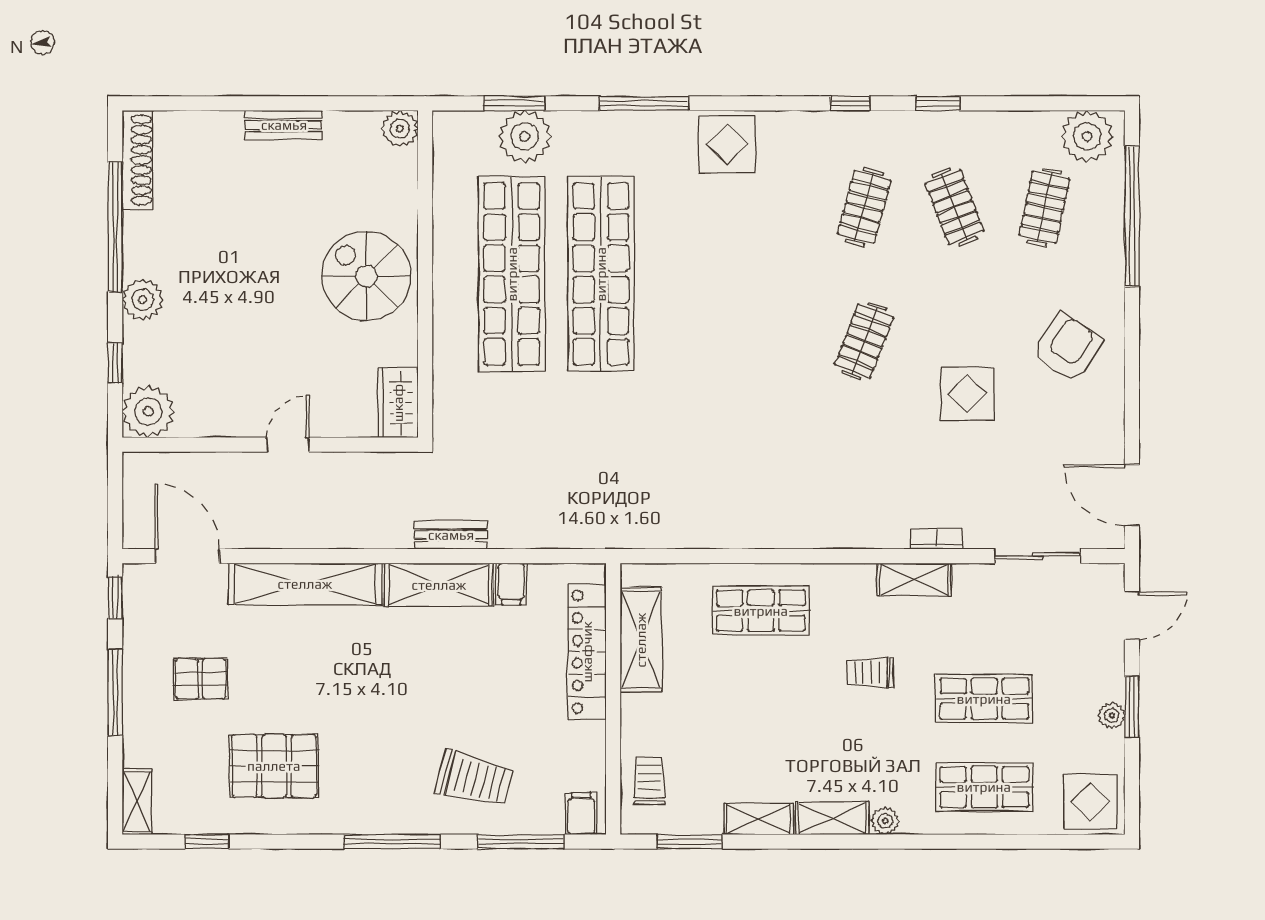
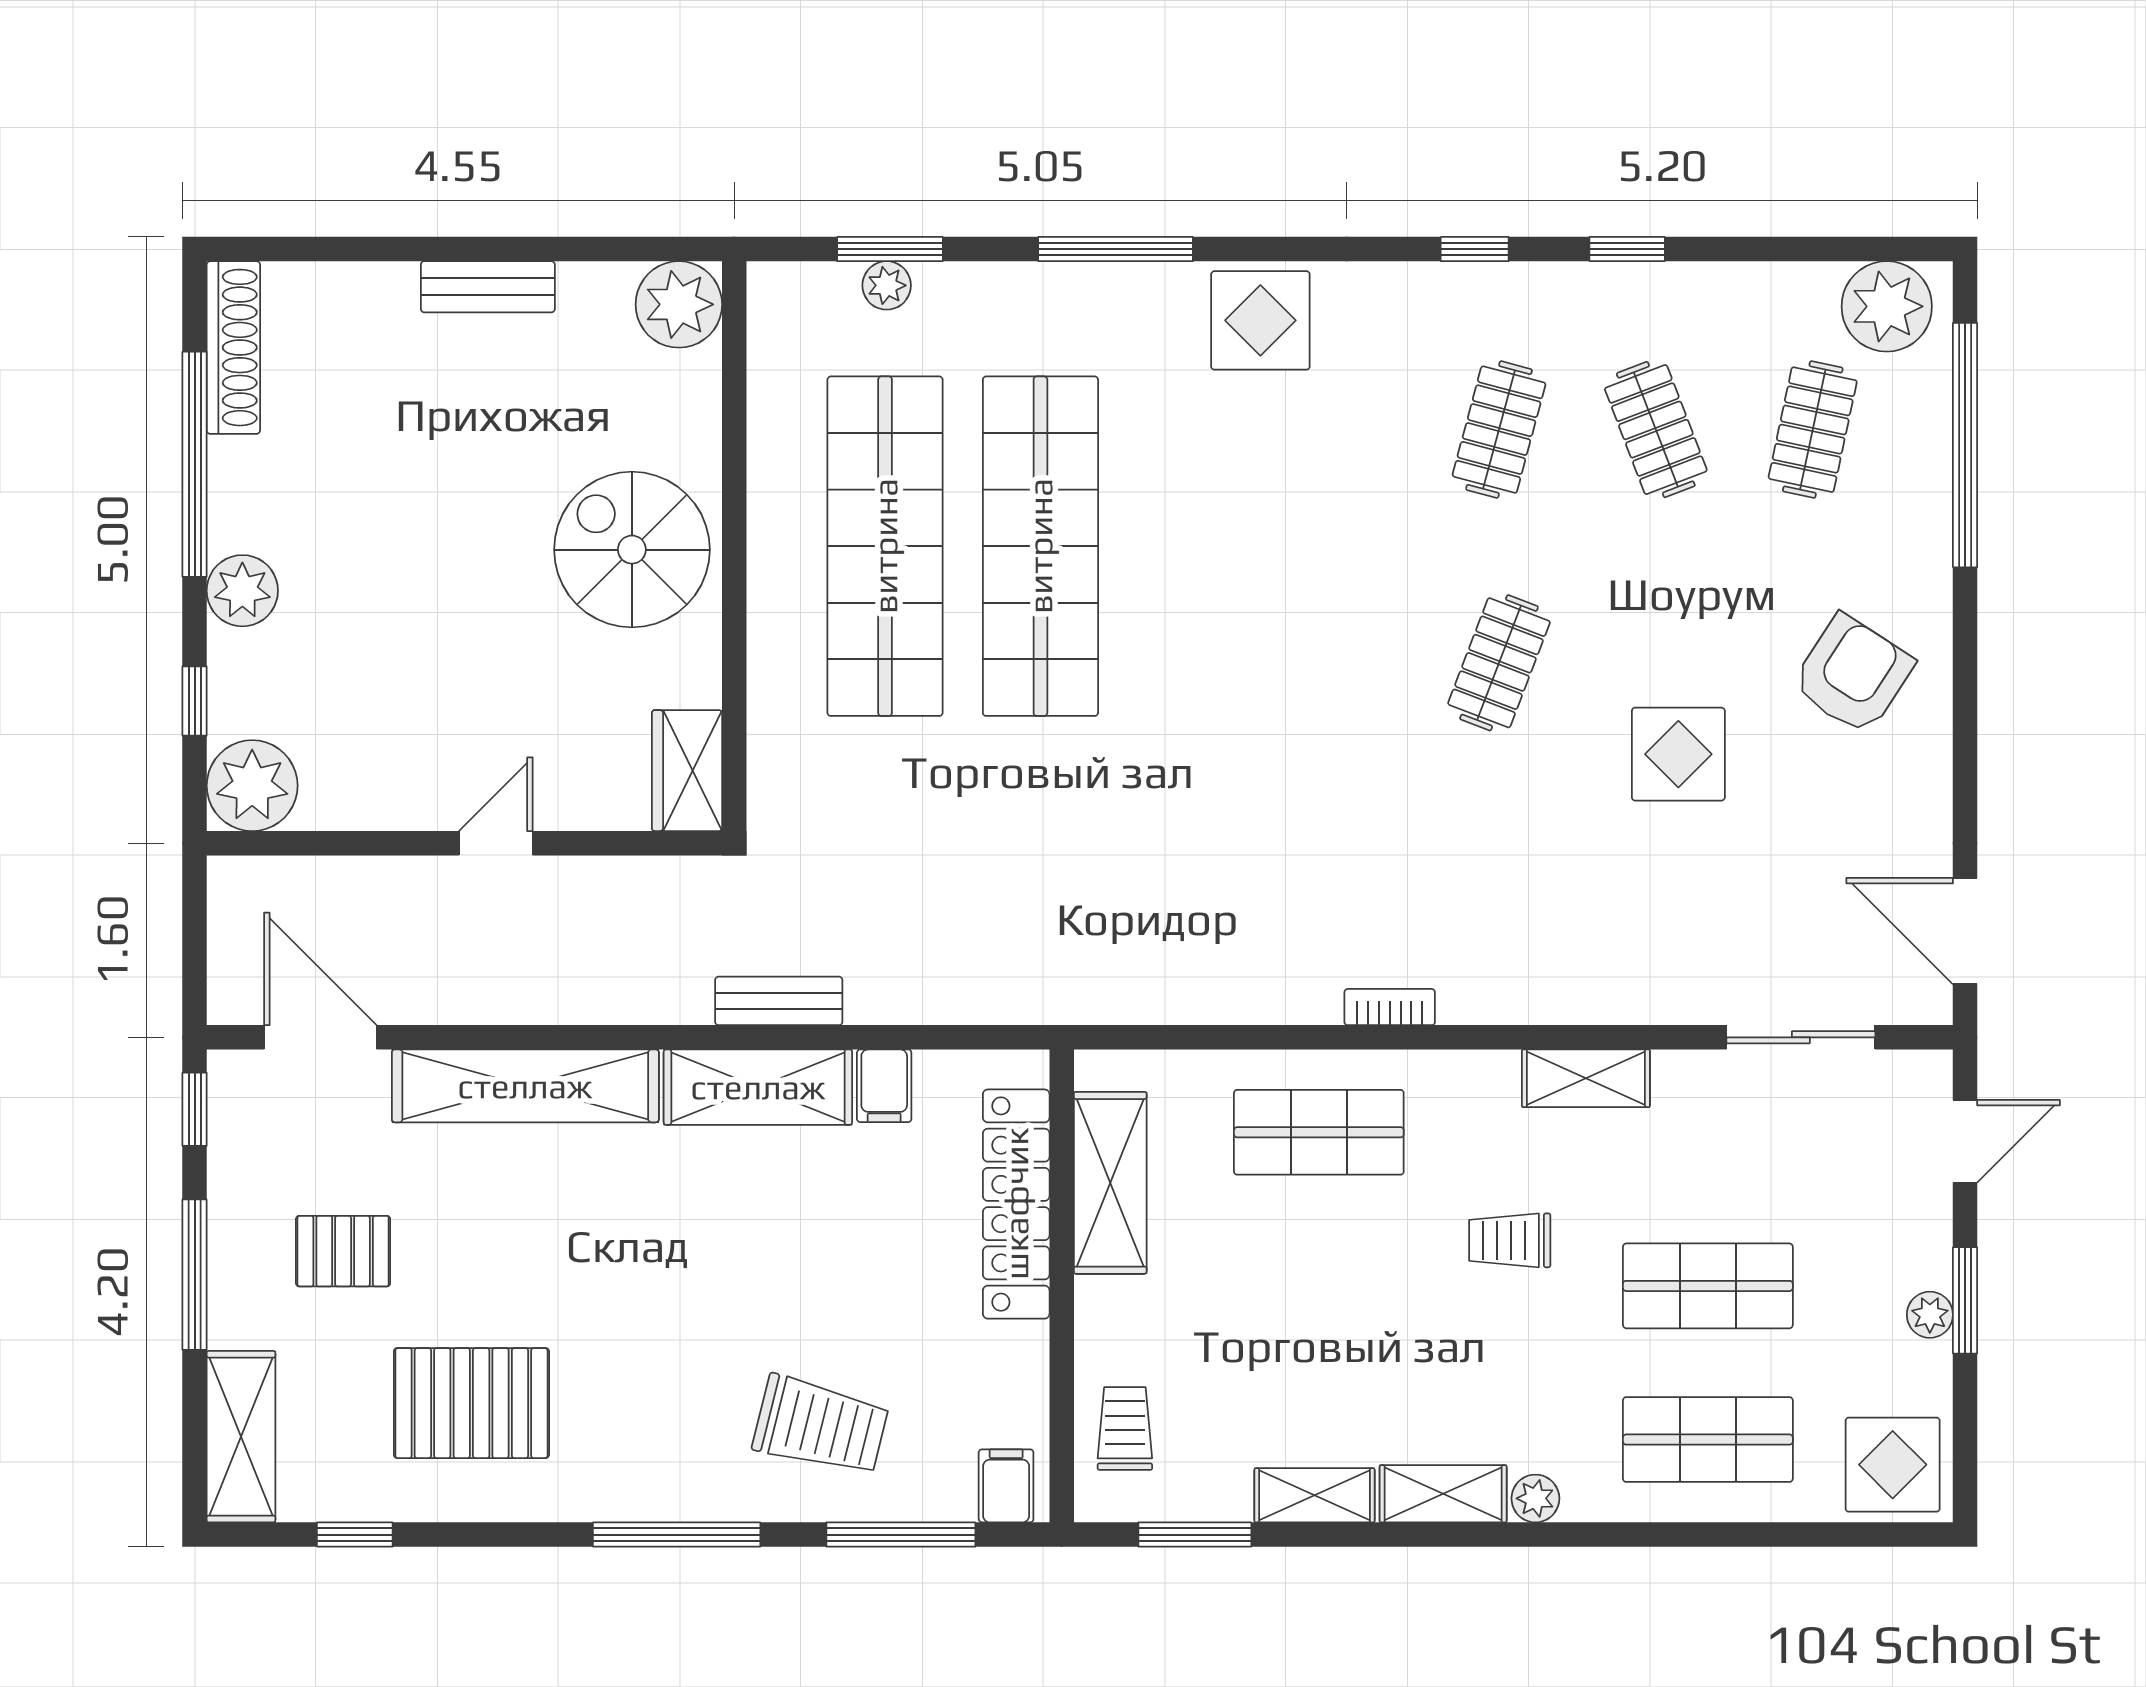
plant: (400, 129) -> (679, 304), width x1.36, depth x1.36
plant: (525, 136) -> (887, 285), width x0.53, depth x0.53
bookcase: (937, 539) -> (1390, 1007), moved
shelving: (137, 802) -> (241, 1437), width x1.50, depth x1.33

